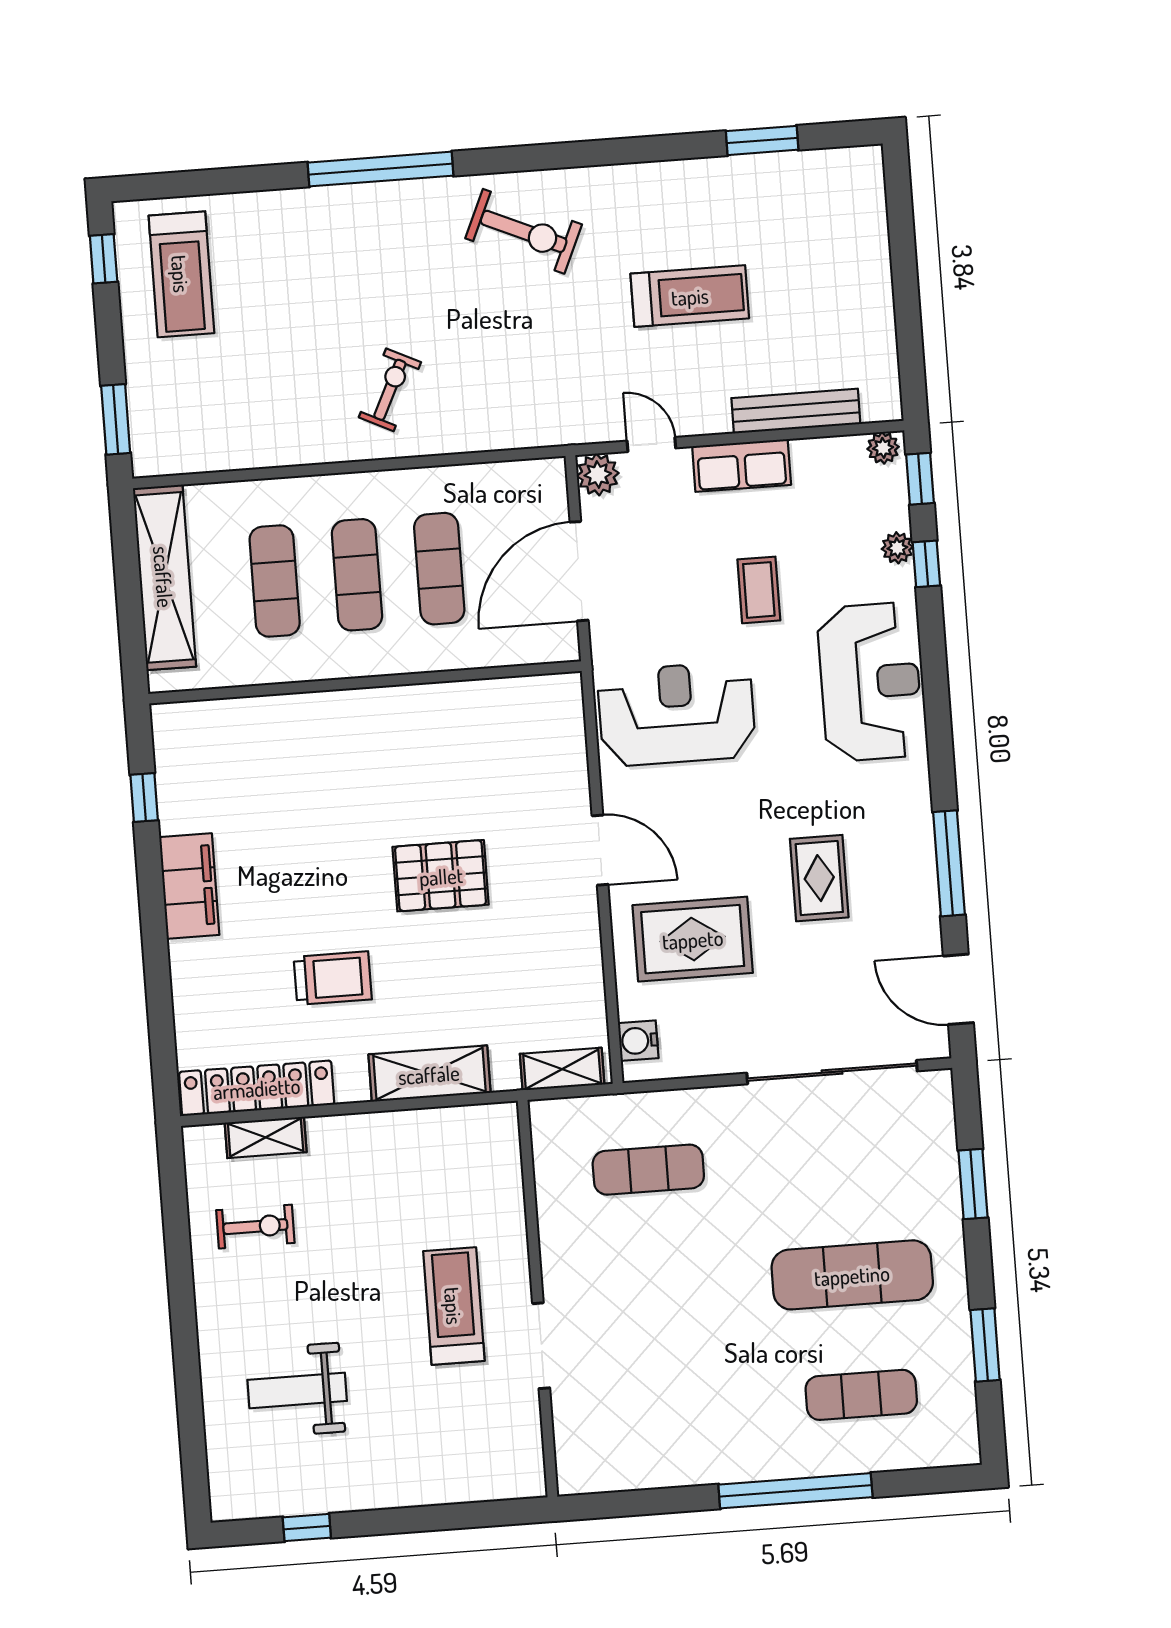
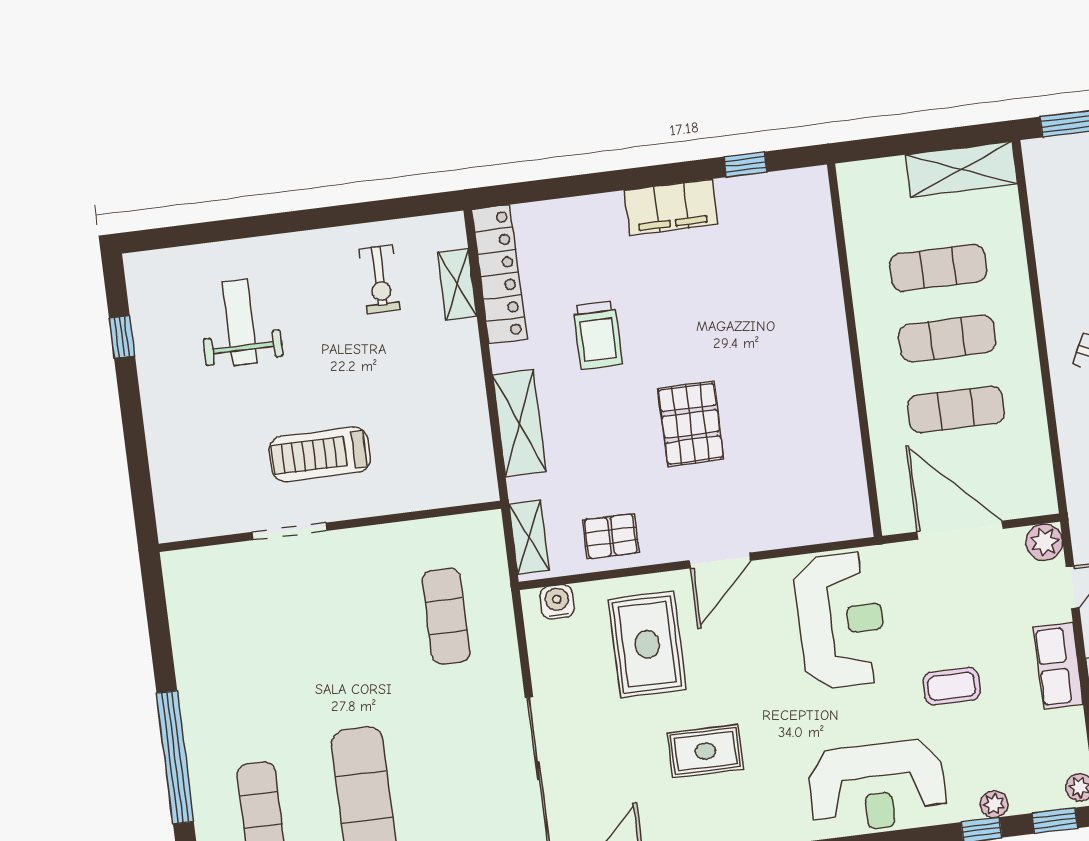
shelving: (164, 577) -> (961, 169), width x0.68
pallet: (566, 975) -> (611, 536), added
treadmill: (454, 1306) -> (320, 454), turned 180

